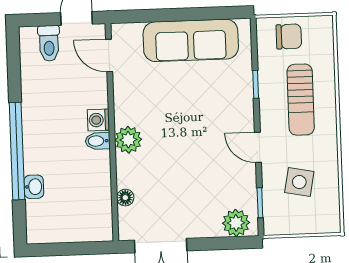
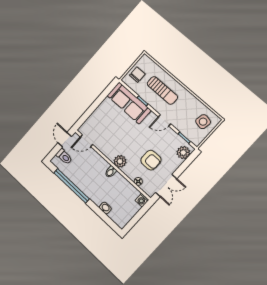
sofa: (191, 40) -> (129, 103), moved, turned 90
washing machine: (98, 120) -> (142, 200), moved
window: (17, 151) -> (72, 186), moved
side table: (299, 182) -> (203, 122), moved
armchair: (177, 185) -> (151, 160), added

